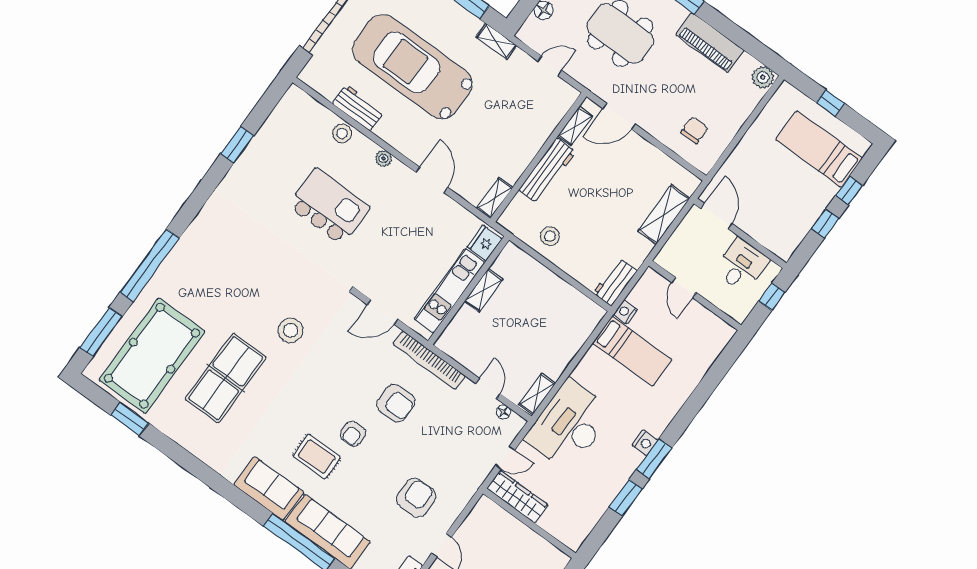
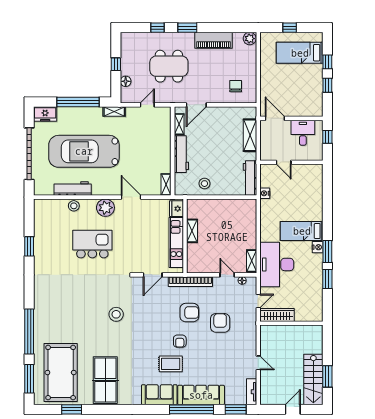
workbench: (358, 108) -> (73, 188), width x1.38
plant: (383, 158) -> (105, 208), width x1.88, depth x1.88
workbench: (615, 282) -> (250, 178), width x1.38
bed: (632, 351) -> (302, 231), moved, turned 180
table tennis table: (226, 378) -> (105, 380), moved
armchair: (416, 498) -> (220, 323), moved

